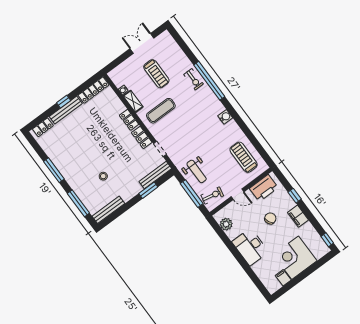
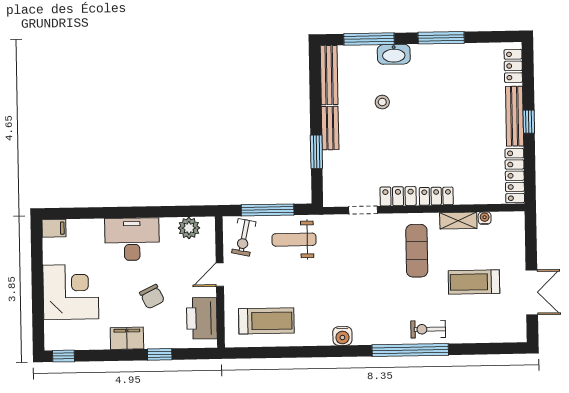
bench: (155, 175) -> (330, 128), moved, width x0.73
washbasin: (77, 187) -> (394, 54), added
filing cabinet: (283, 278) -> (54, 228), moved

